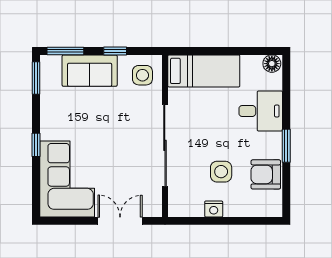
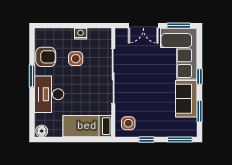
sofa: (90, 71) -> (186, 99), moved, turned -90
window: (36, 78) -> (199, 111), moved
desk: (261, 111) -> (49, 94), width x1.37
window: (67, 221) -> (179, 26), added

